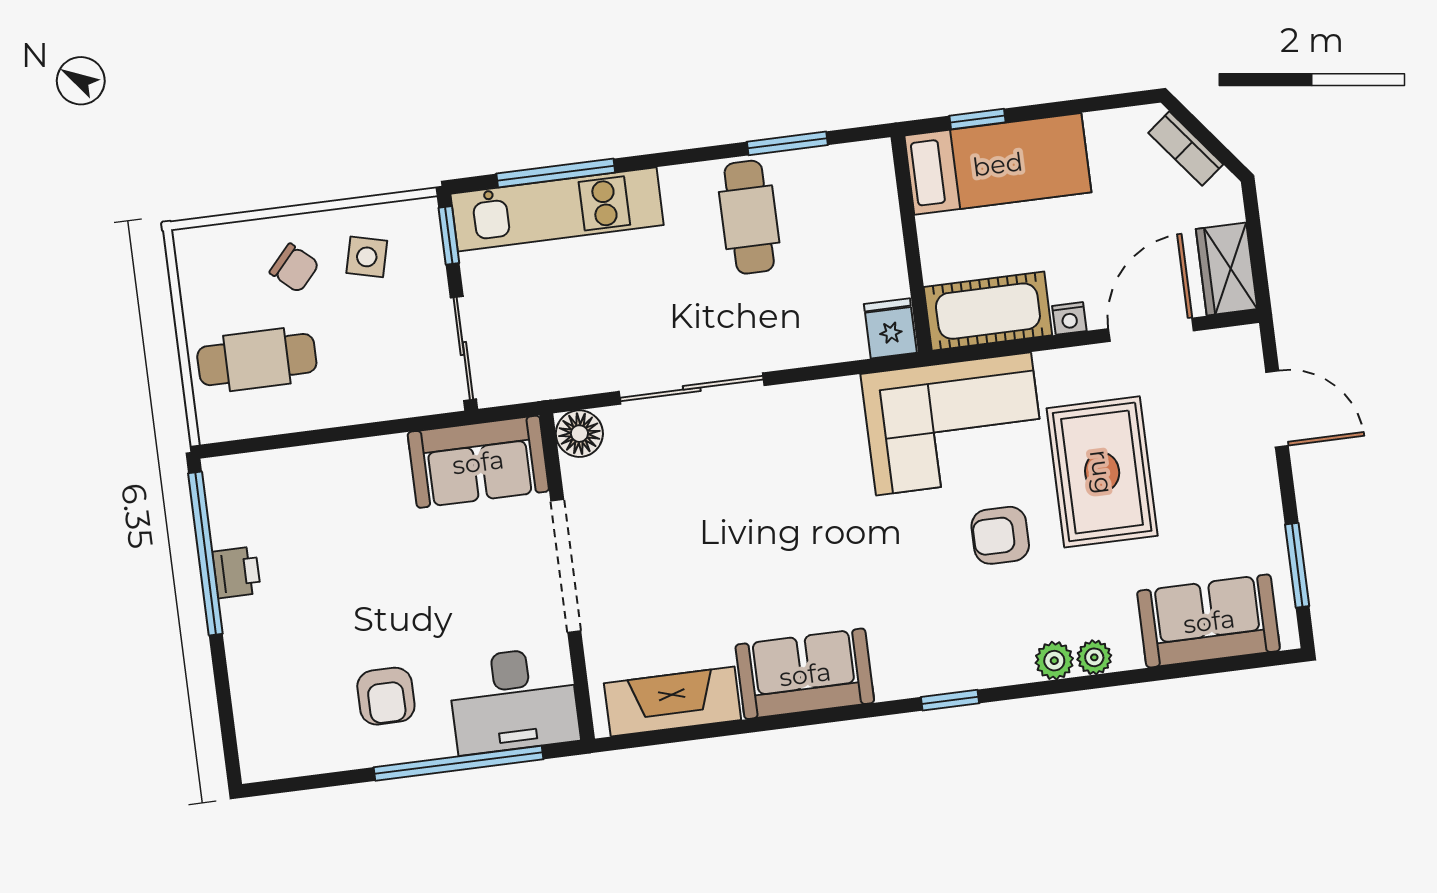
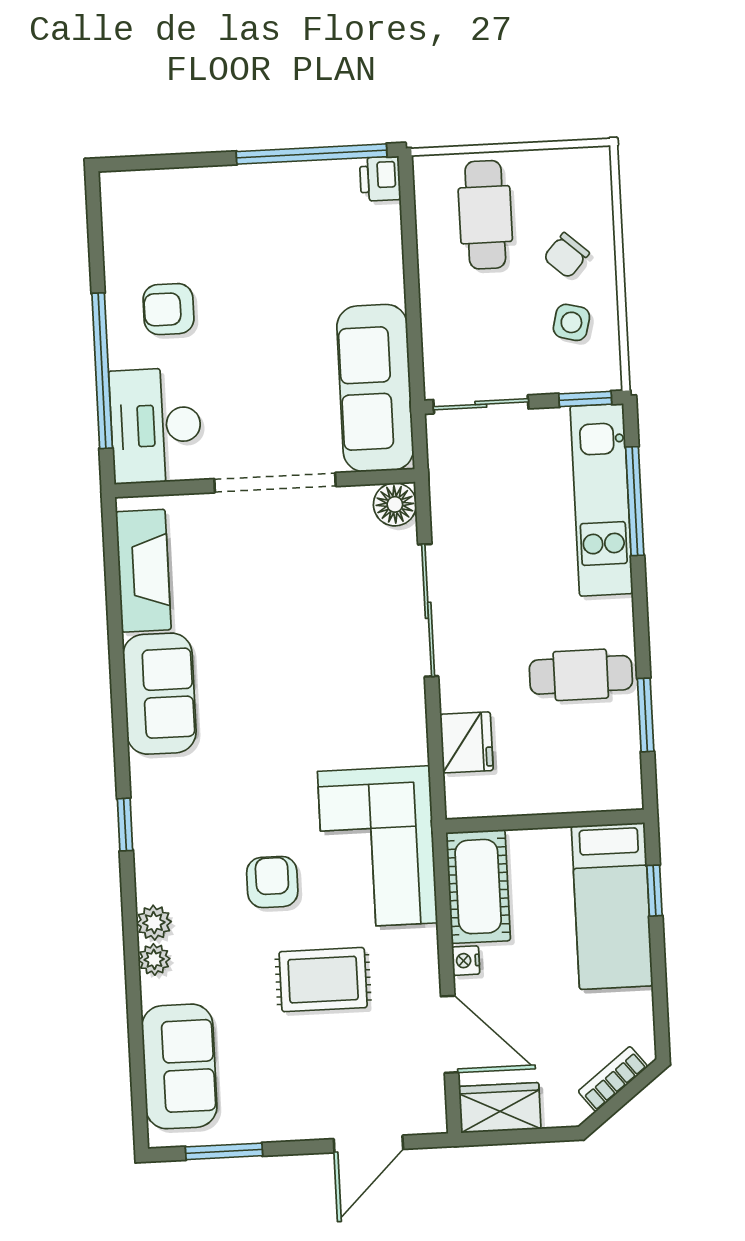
fridge: (890, 328) -> (467, 742), moved, width x1.38
sofa: (478, 462) -> (375, 388), width x1.36
rug: (1102, 472) -> (323, 980), width x0.73, depth x0.70
printer: (237, 572) -> (380, 179), moved, turned 90

